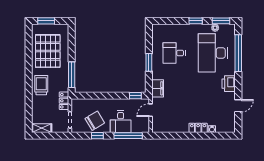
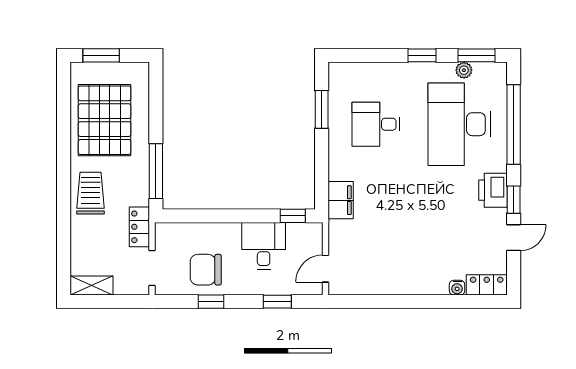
window: (149, 62) -> (322, 109), moved
window: (238, 88) -> (514, 200), added
door: (151, 110) -> (325, 269), moved
chair: (95, 121) -> (206, 270), turned -149
desk: (121, 122) -> (264, 246), moved, turned 180
locker: (198, 128) -> (487, 285), moved
window: (128, 136) -> (277, 302), width x0.46

